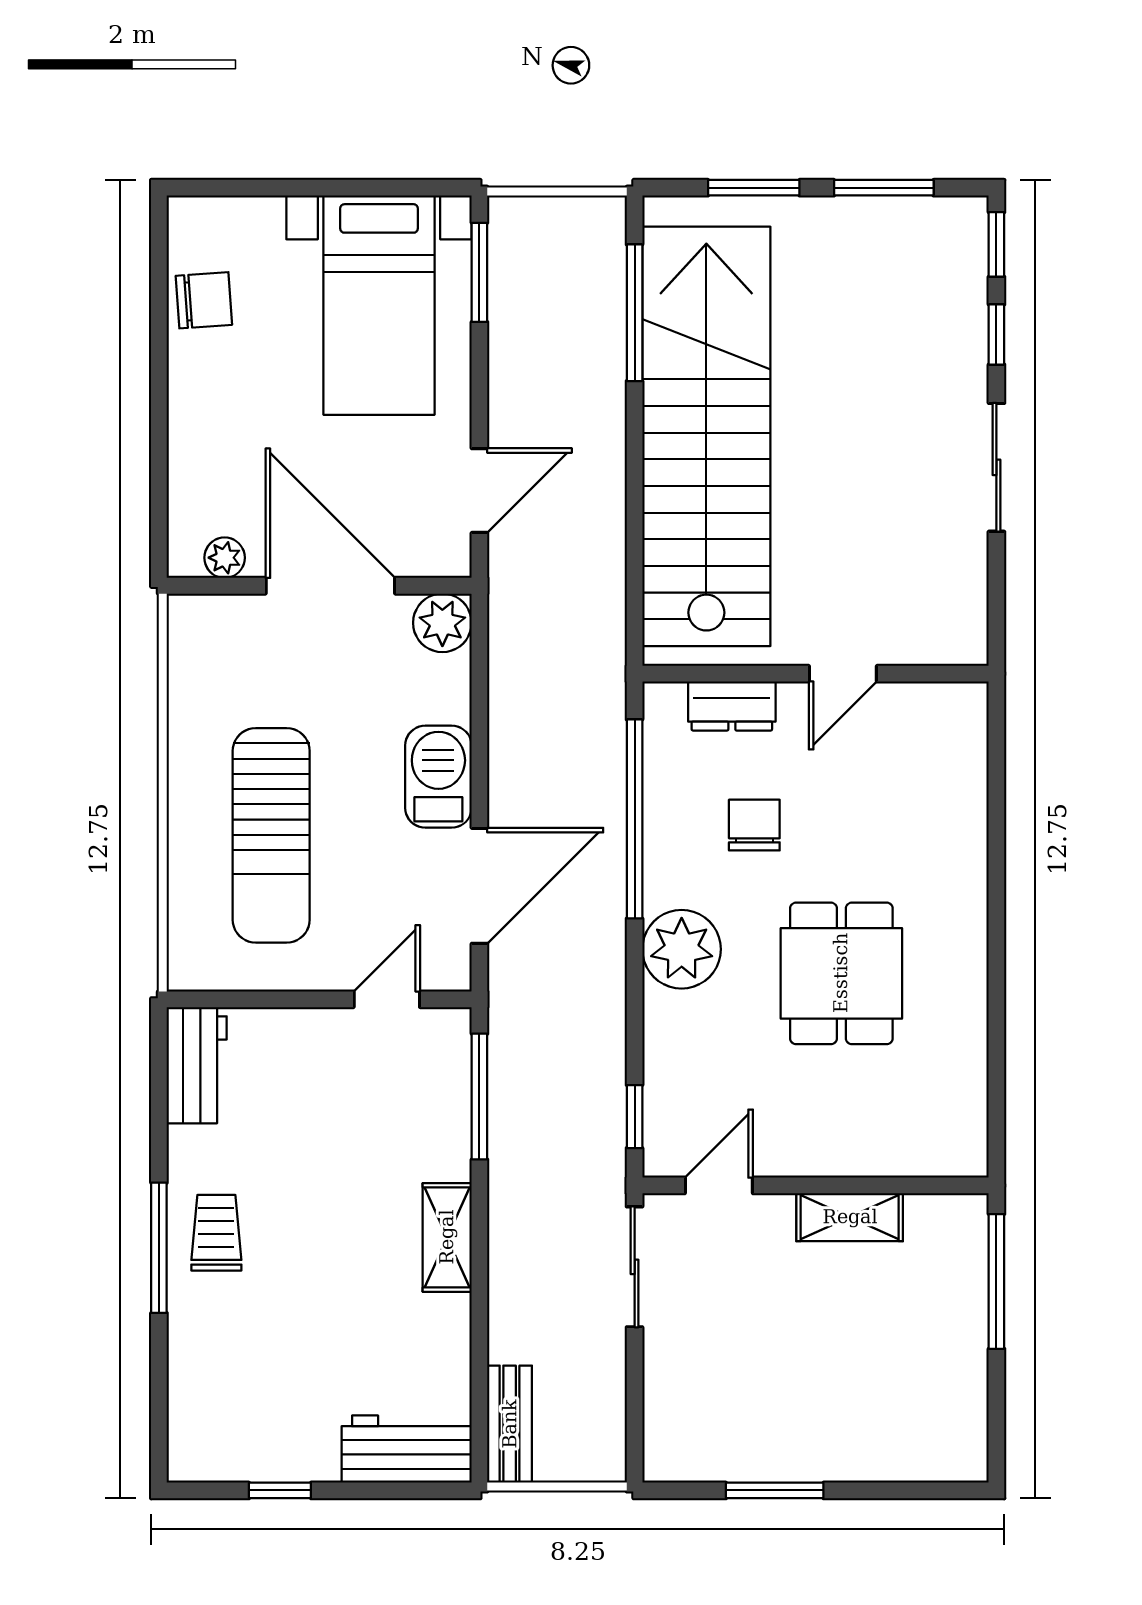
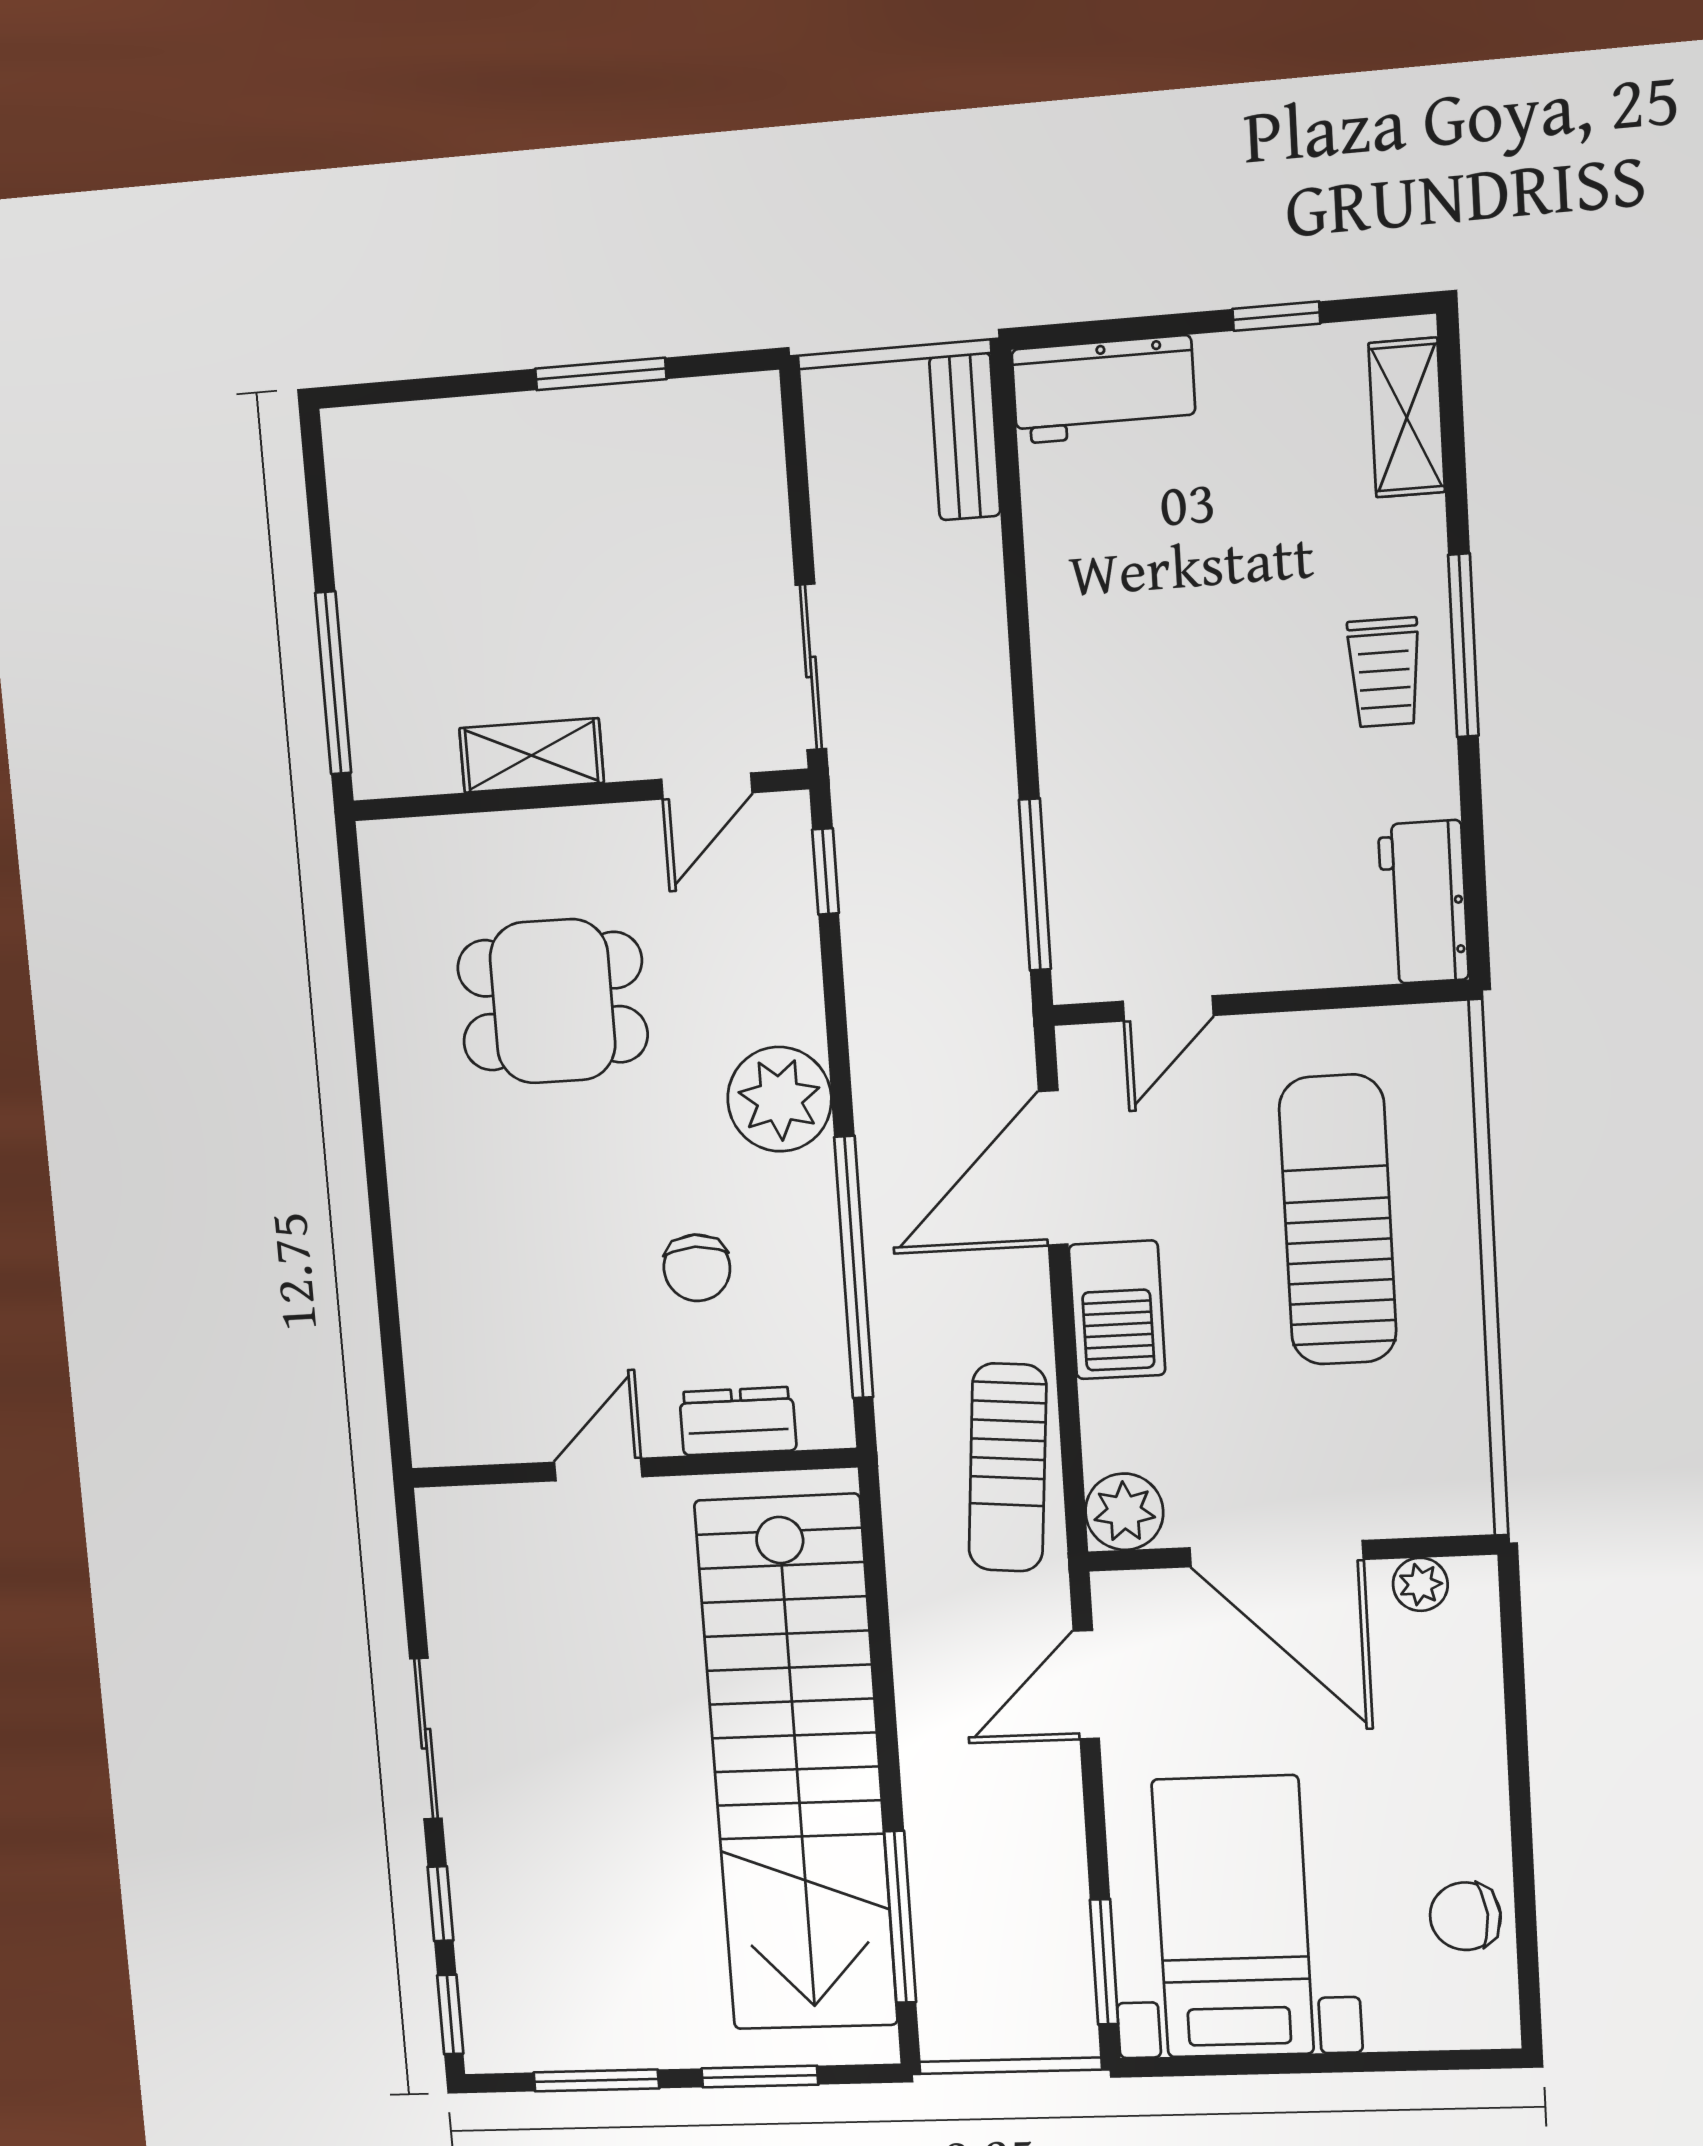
sun lounger: (528, 661) -> (1008, 1468), added
dining table: (841, 973) -> (553, 1001), moved, turned 90
shelving: (447, 1237) -> (1407, 418), moved

